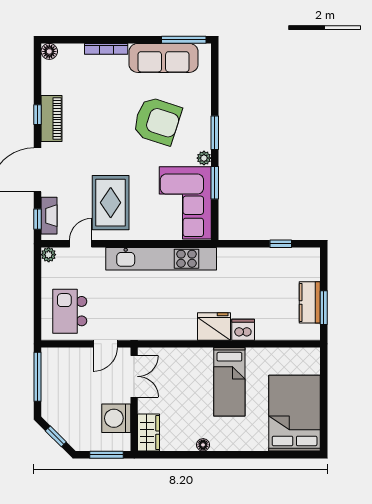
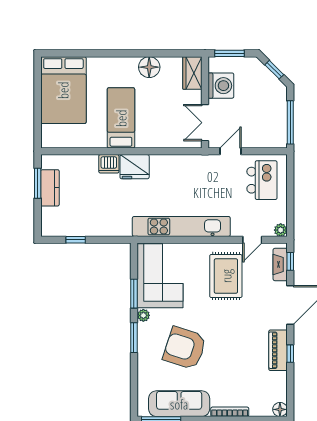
floor lamp: (203, 445) -> (149, 67), width x1.89, depth x1.89

